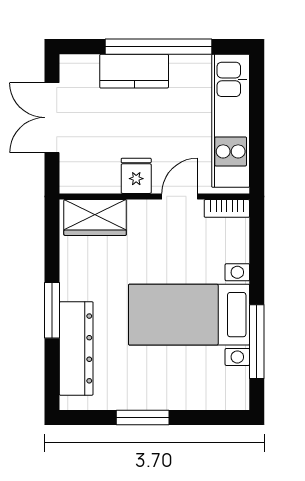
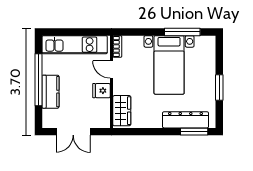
window: (52, 310) -> (194, 132), moved

